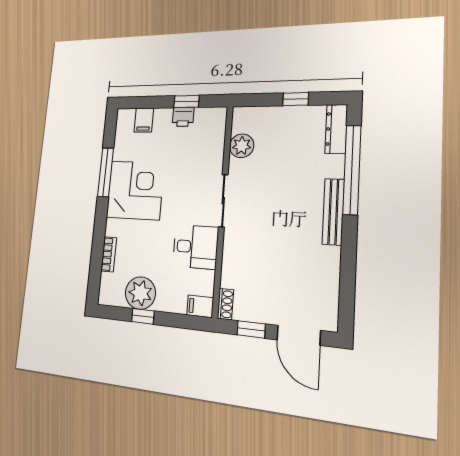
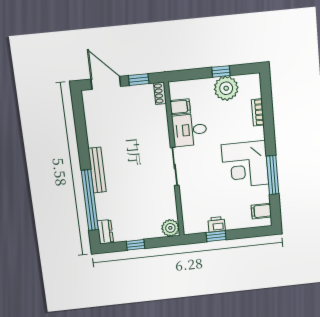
filing cabinet: (144, 120) -> (261, 211), moved, turned -90
dresser: (336, 129) -> (105, 232), width x0.70
plant: (242, 146) -> (170, 228), moved
filing cabinet: (200, 306) -> (180, 107), moved

